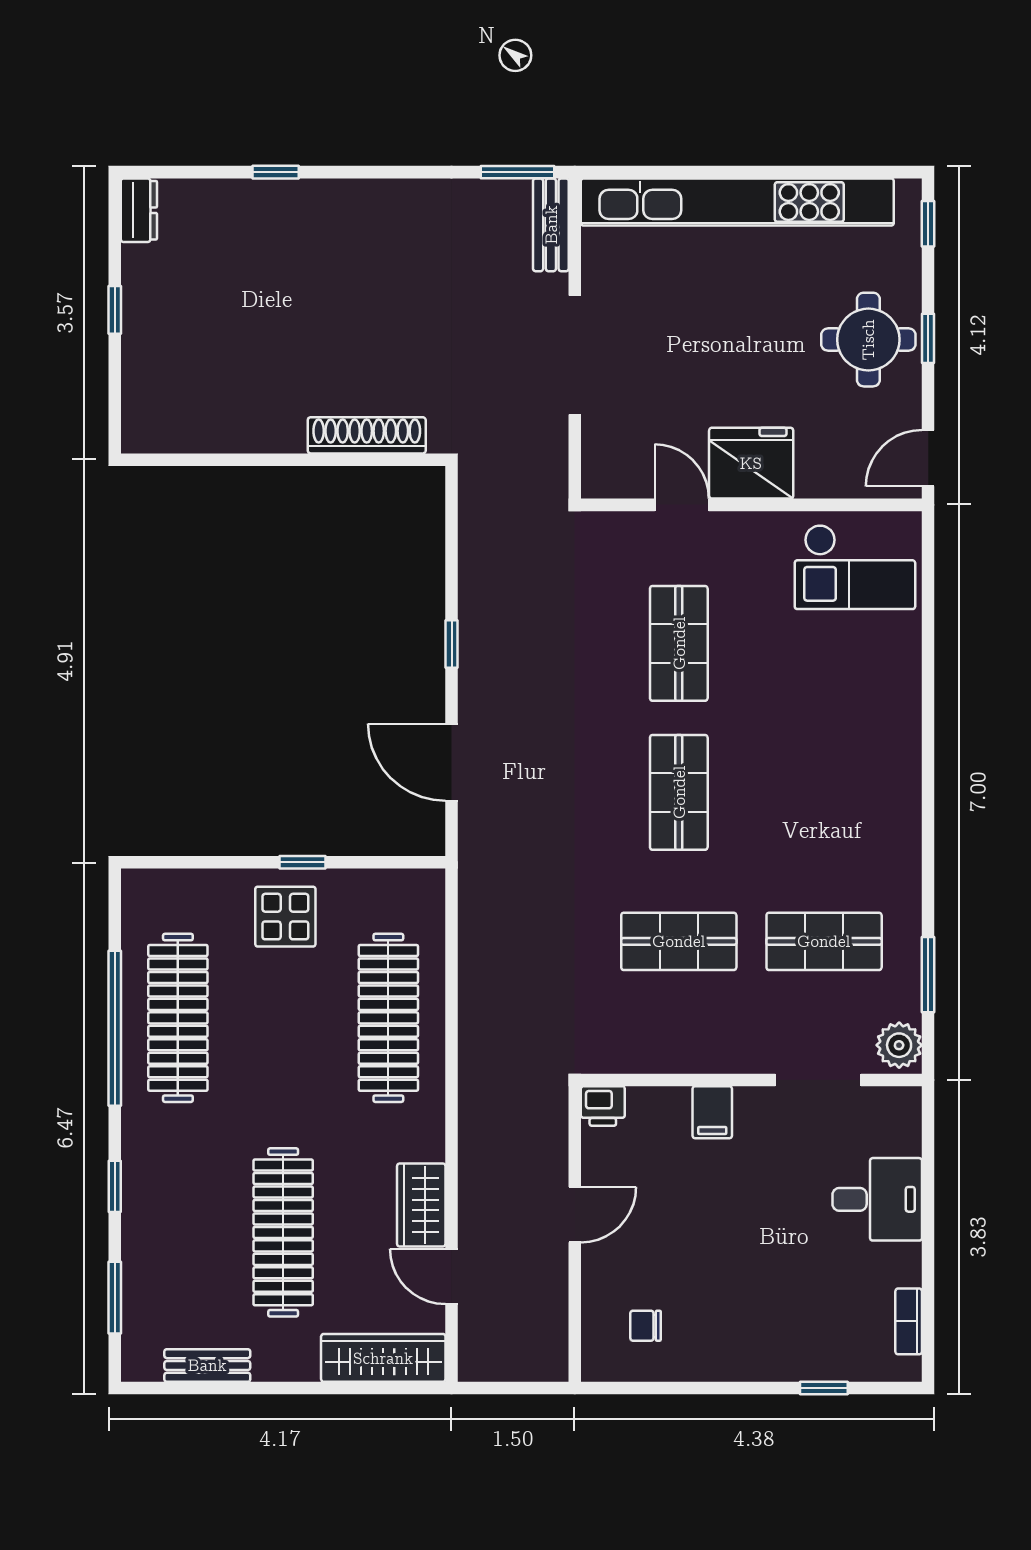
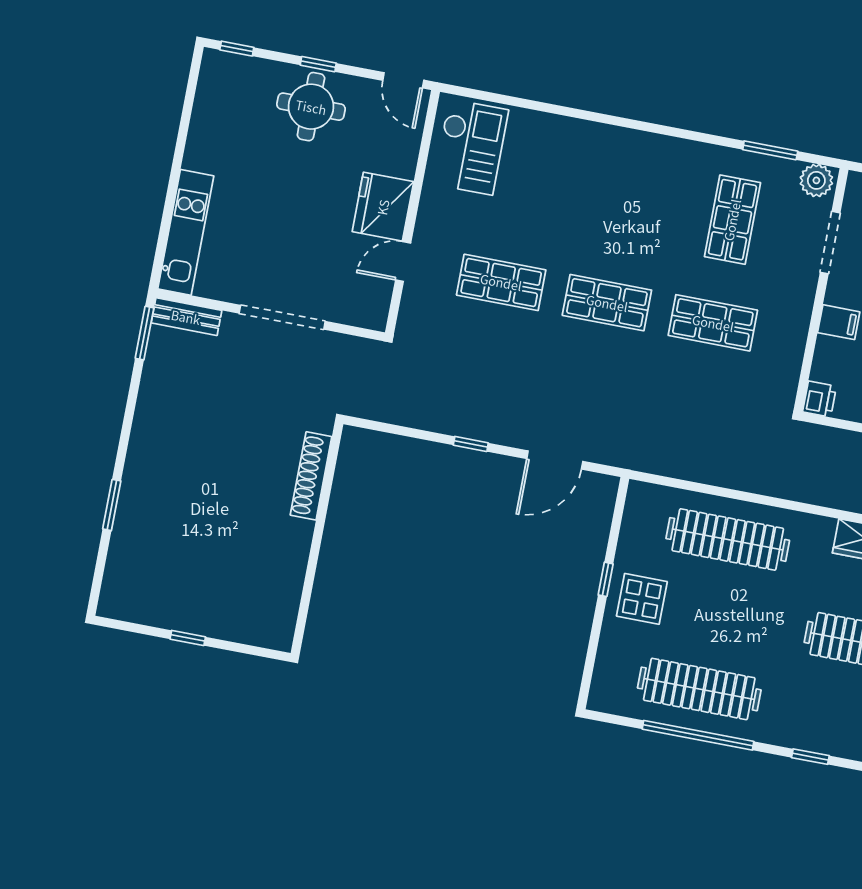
window: (276, 172) -> (112, 505), width x1.50
kitchen unit: (737, 202) -> (186, 232), width x0.54
dresser: (139, 210) -> (120, 607), removed
shop shelf: (679, 941) -> (713, 323), turned 90

